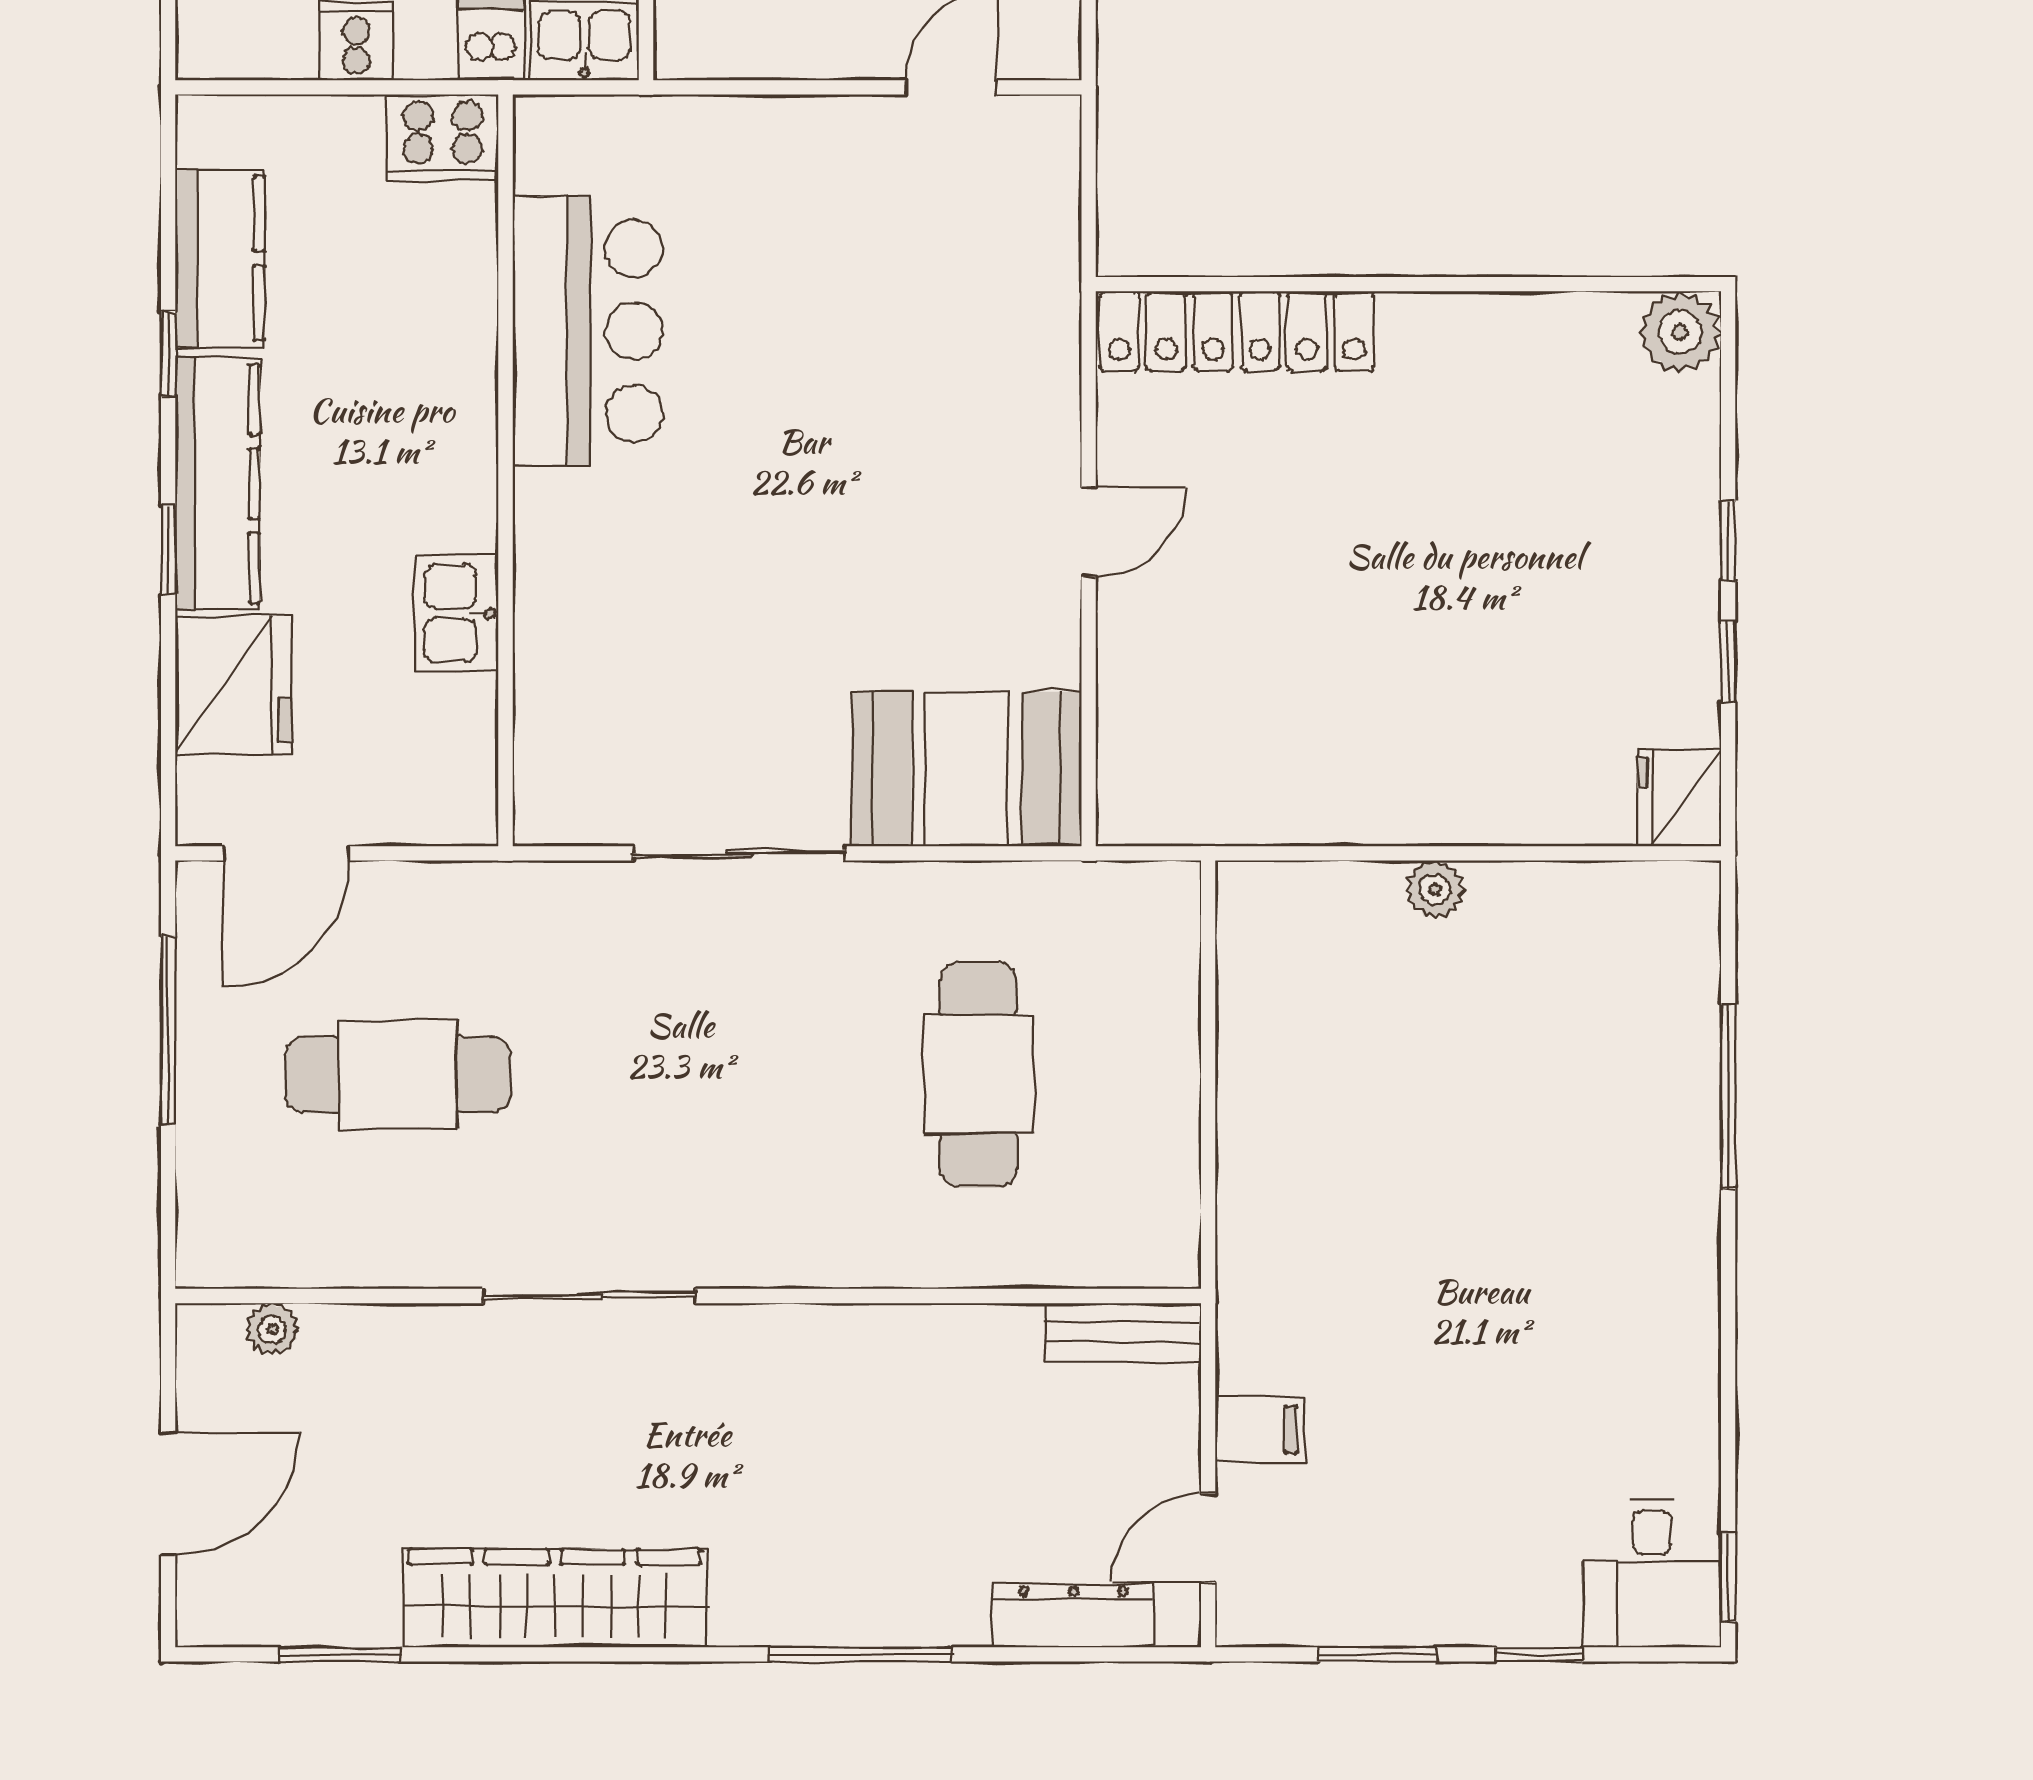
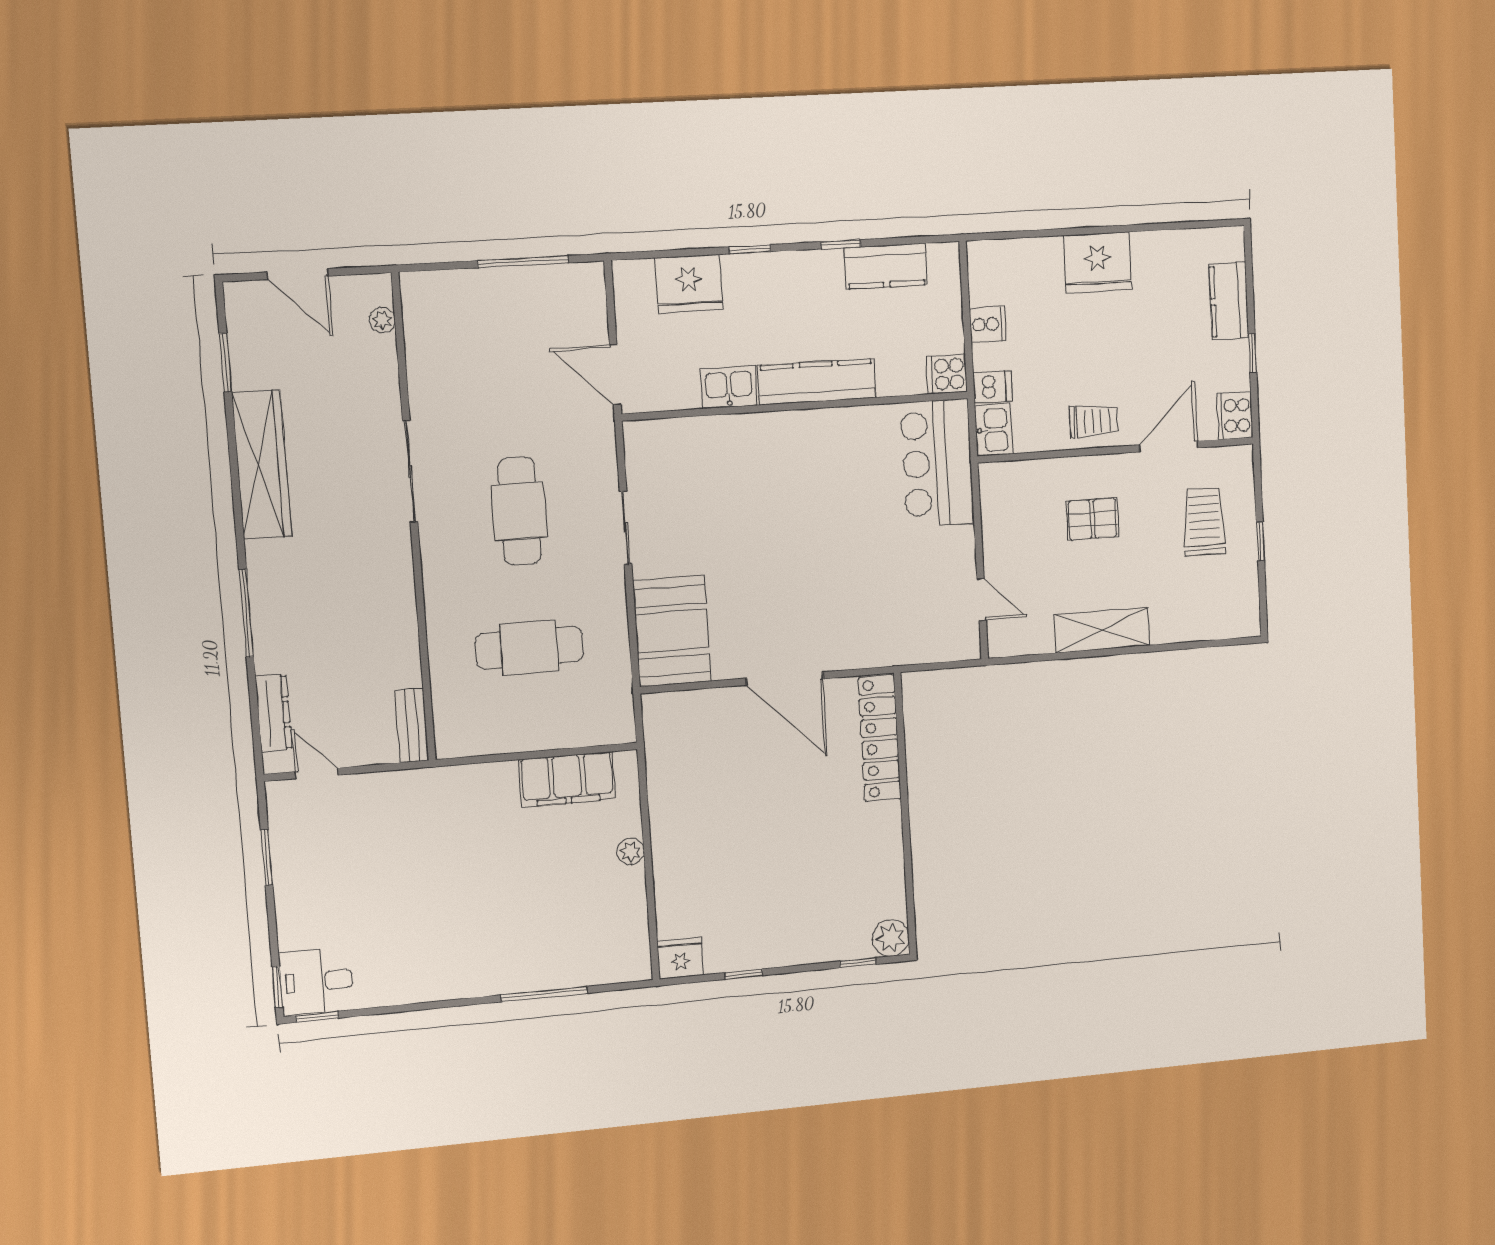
cooker: (443, 138) -> (947, 374), width x0.73
bar counter: (587, 331) -> (937, 463), moved, turned 90
kitchen counter: (217, 484) -> (817, 382), moved, turned 180
door: (1089, 532) -> (785, 678), width x1.88
window: (1728, 541) -> (858, 963), moved
door: (287, 853) -> (615, 375), moved
sliding door: (739, 853) -> (626, 528), width x0.73
cafe table: (398, 1075) -> (519, 511), moved
filing cabinet: (1260, 1429) -> (567, 779), moved, width x3.00, depth x1.17
window: (1539, 1654) -> (278, 987), moved

